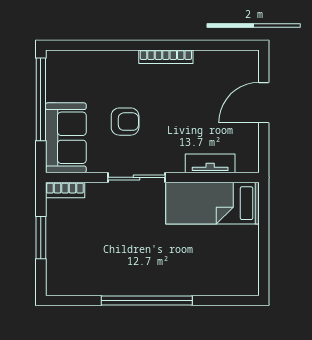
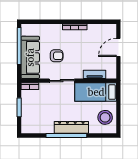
sofa: (66, 138) -> (30, 57), width x1.36
stool: (234, 260) -> (105, 117), added
dresser: (158, 282) -> (71, 127), added

